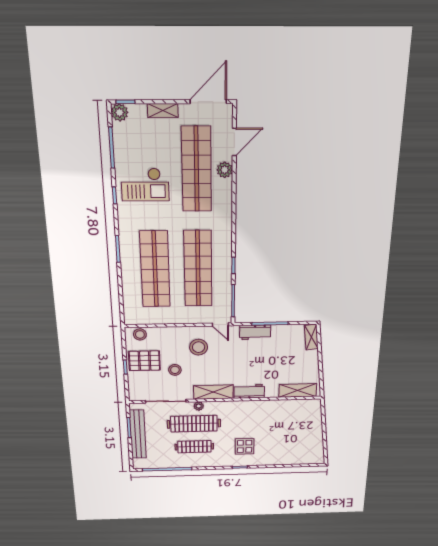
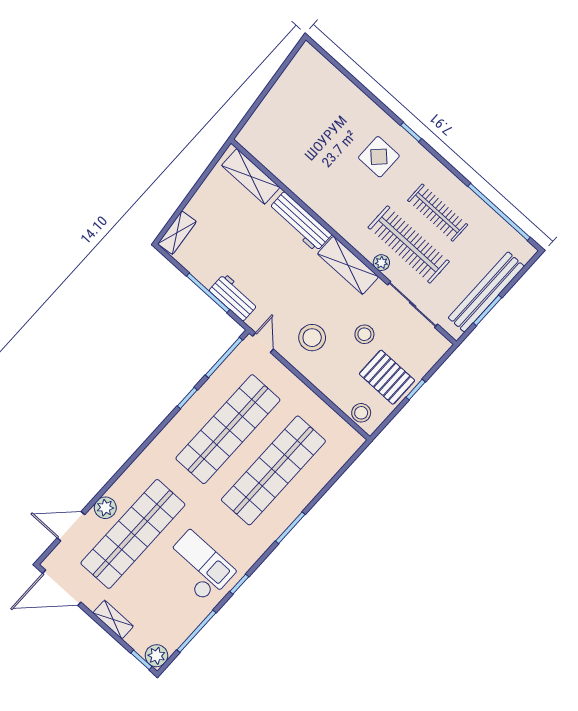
workbench: (249, 391) -> (300, 222), width x1.38

